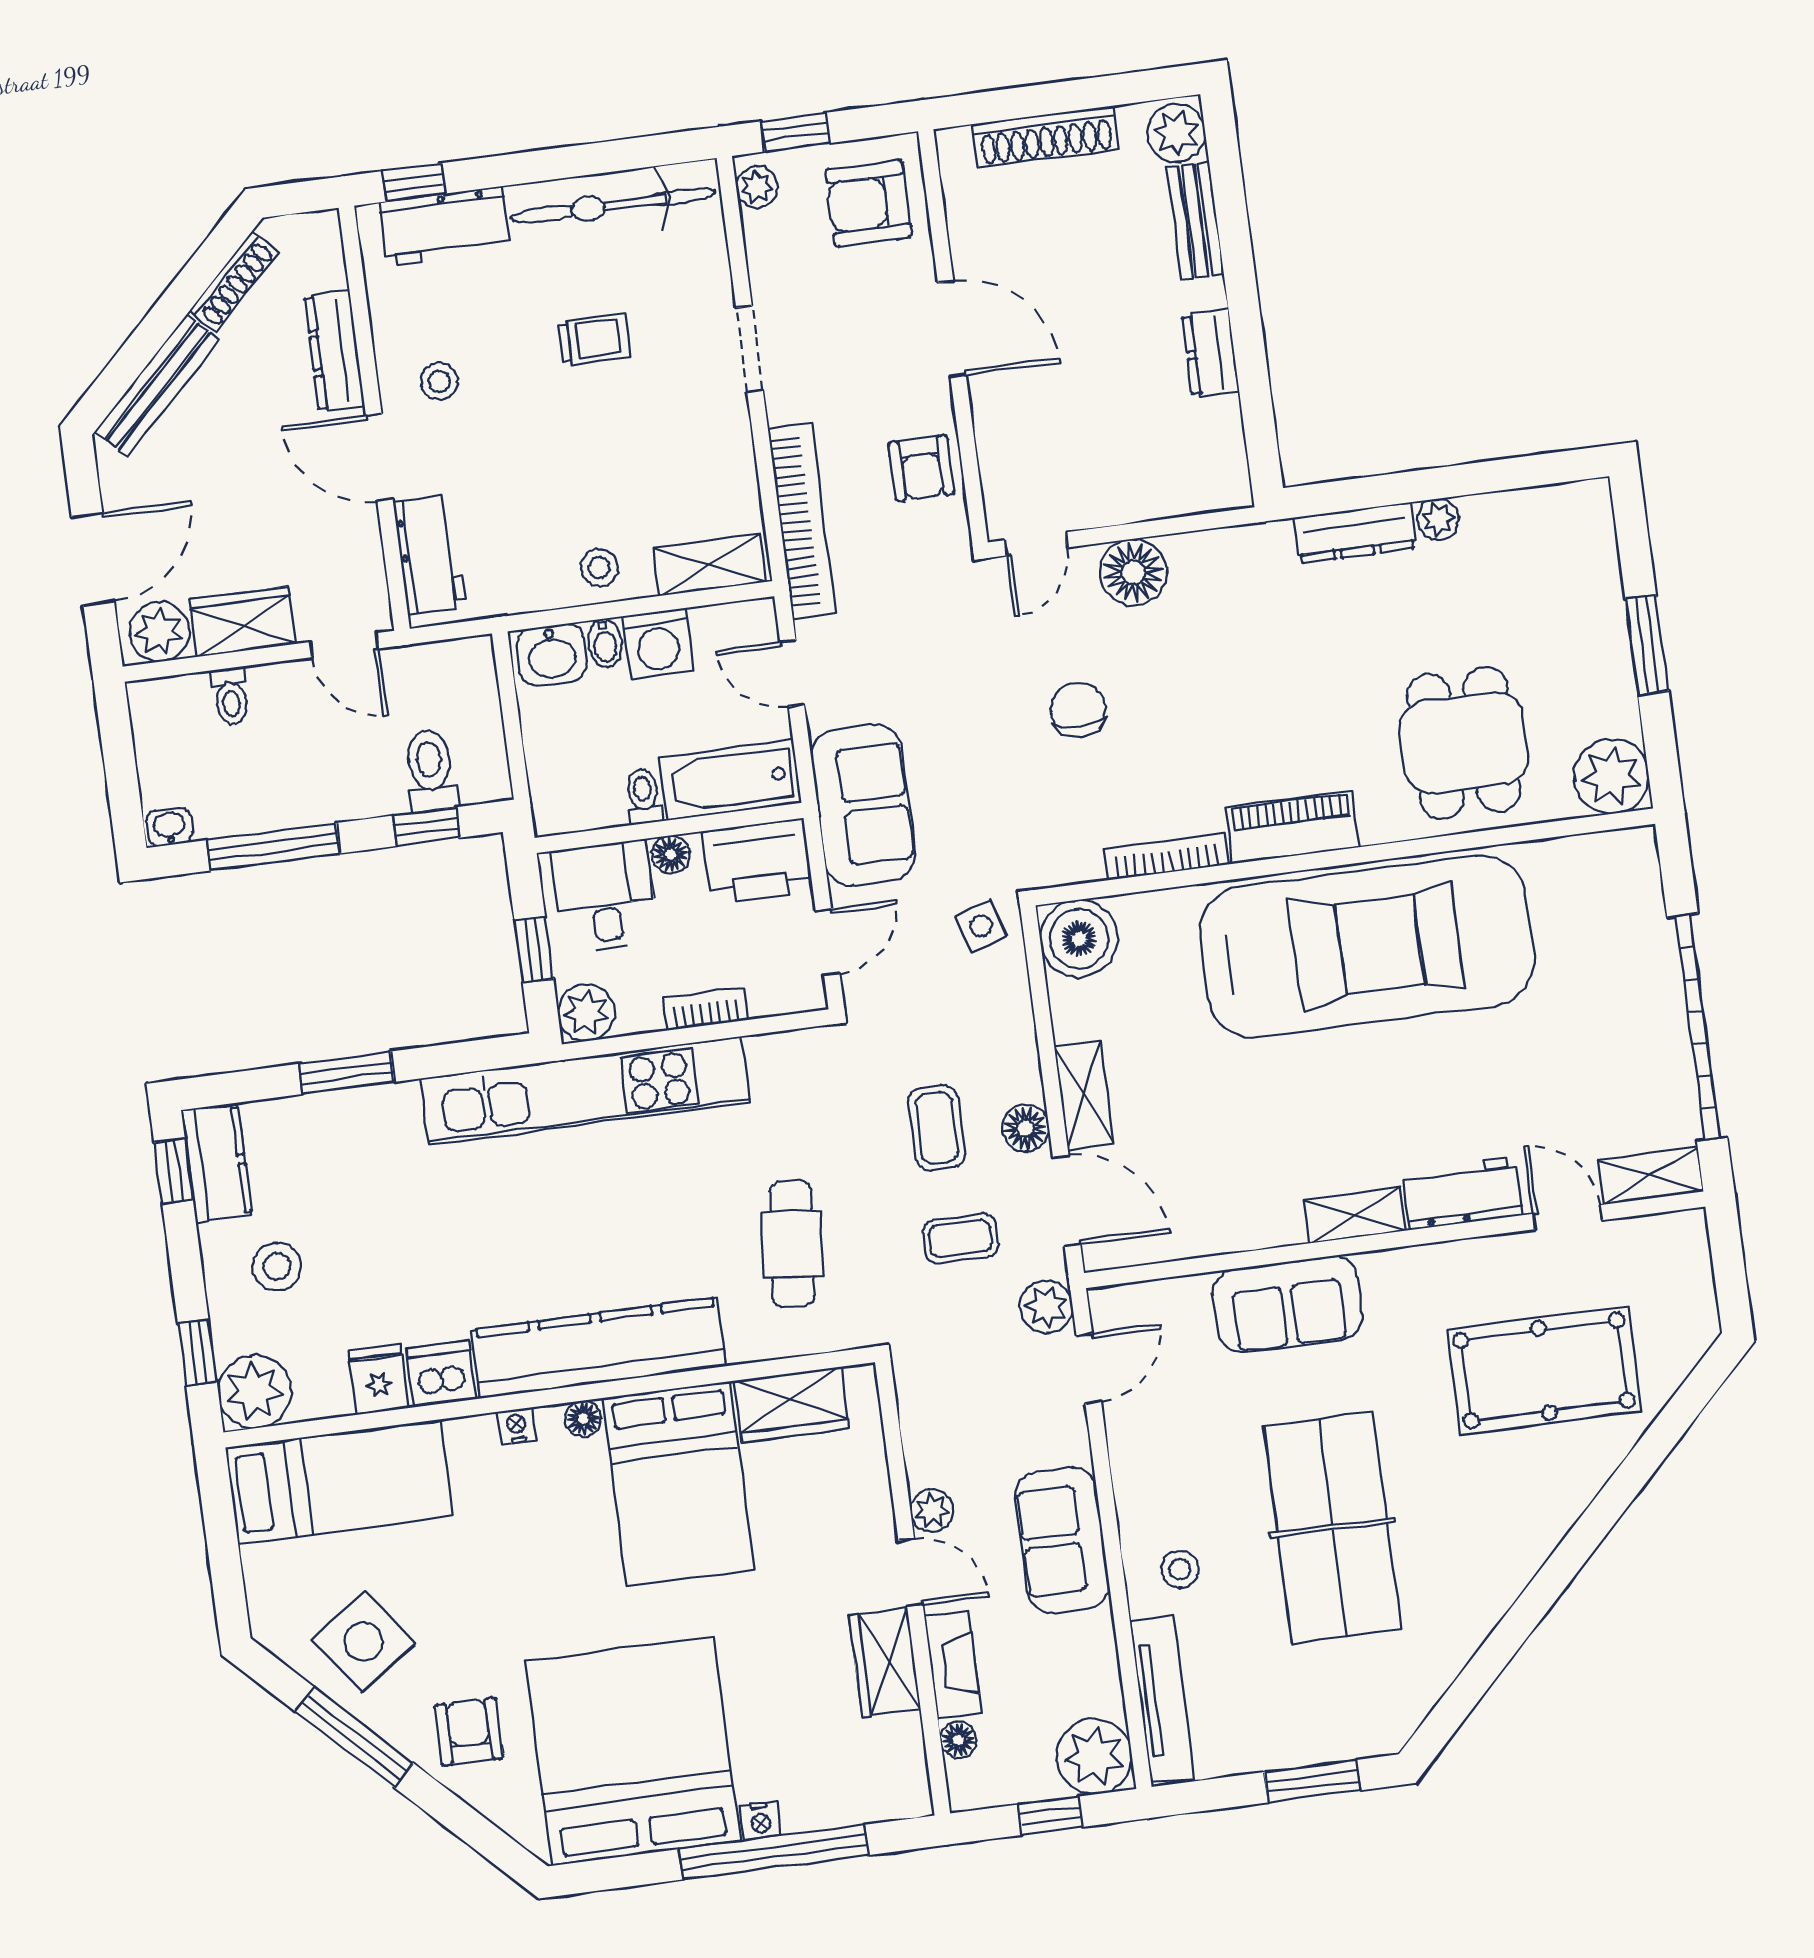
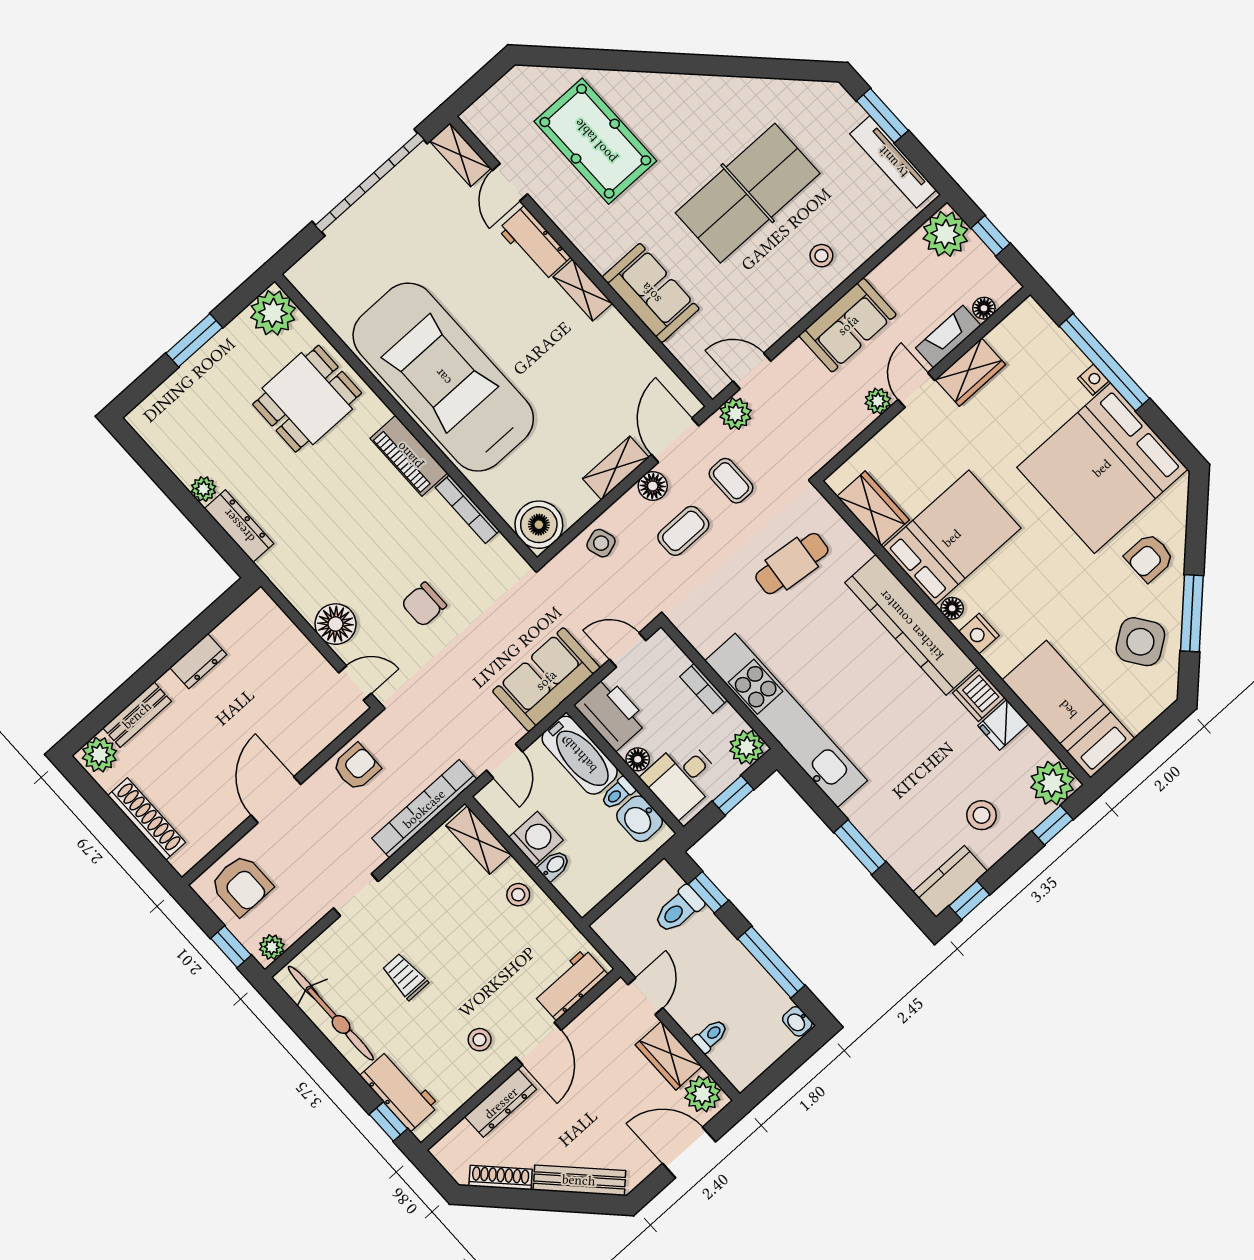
washbasin: (552, 654) -> (640, 819), moved, turned 180
side table: (981, 926) -> (601, 543), moved
nightstand: (517, 1426) -> (979, 634), width x1.39, depth x1.35
tv unit: (1162, 1699) -> (893, 162), moved, turned -90

